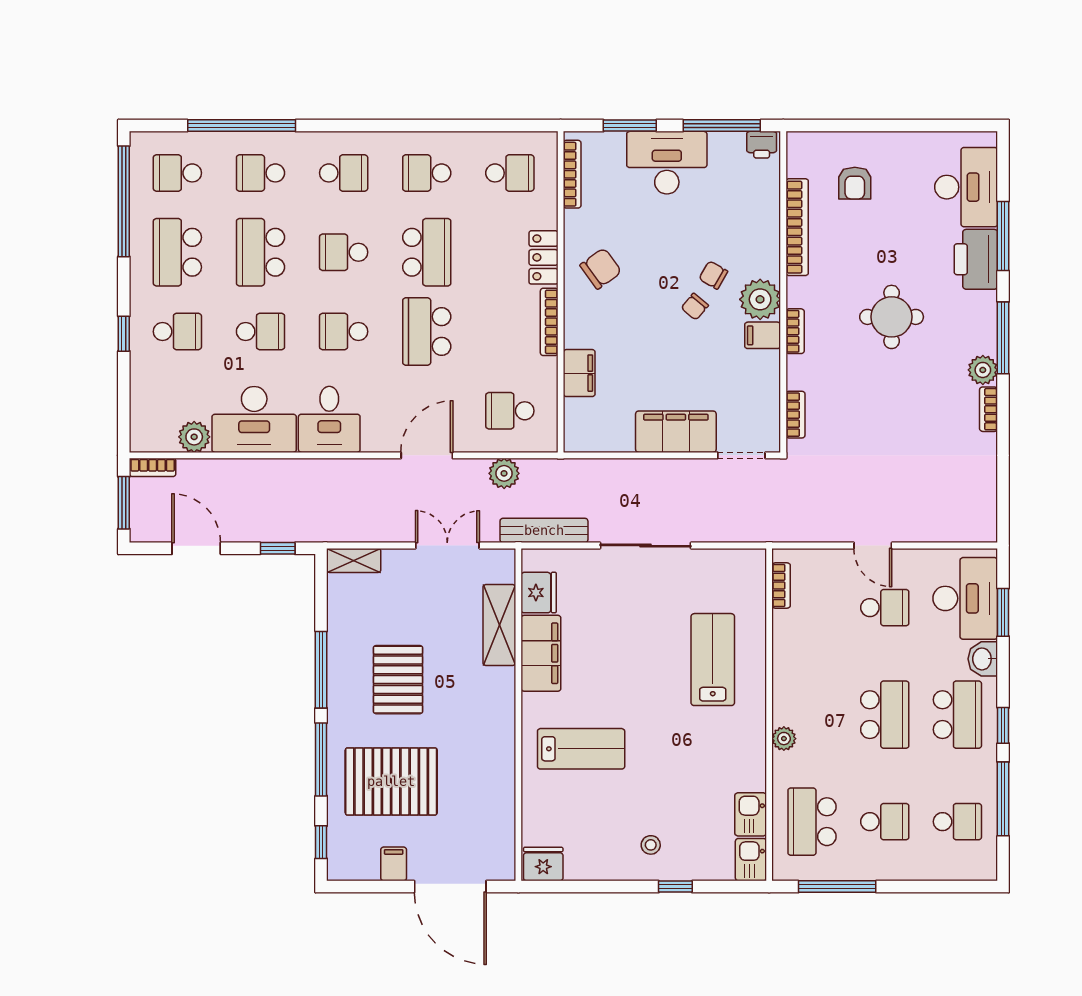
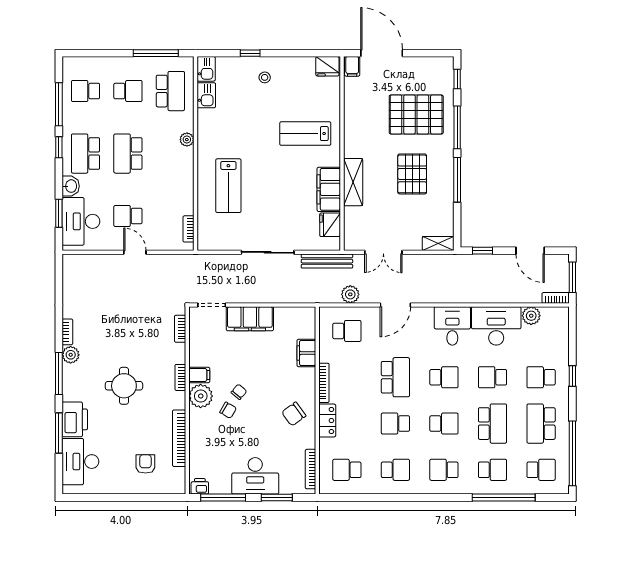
school desk: (177, 252) -> (541, 424), turned 180
school desk: (427, 252) -> (395, 424), width x0.54
shelving: (499, 625) -> (353, 182), moved
school desk: (885, 822) -> (128, 91), turned 180
filing cabinet: (394, 864) -> (352, 66), moved

